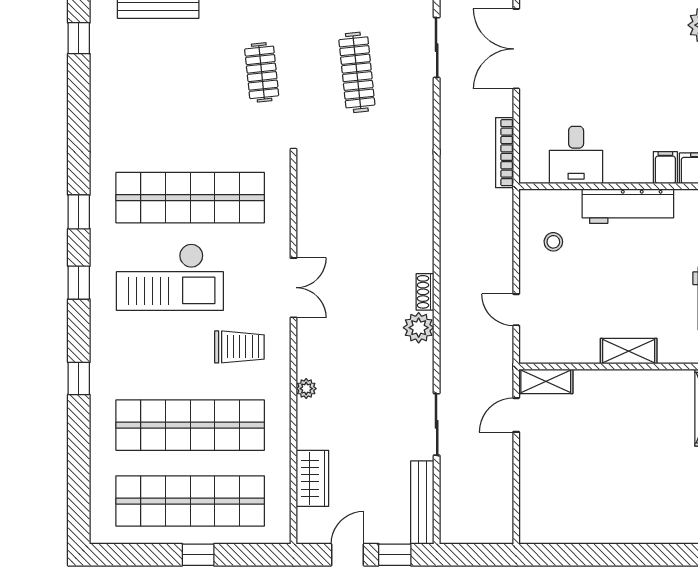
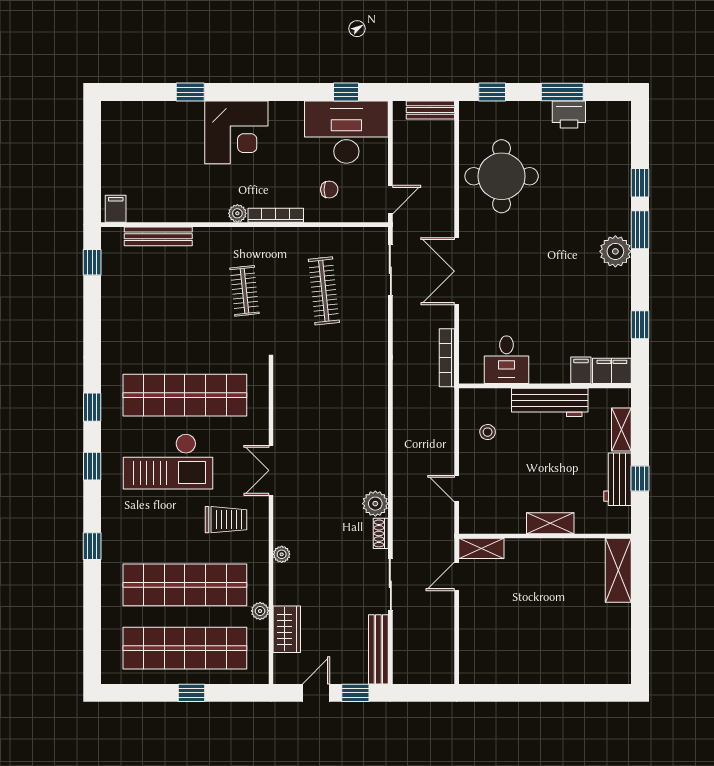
double door: (294, 288) -> (271, 470), swing flipped
shoe rack: (425, 292) -> (381, 533), moved
plant: (280, 457) -> (260, 611), added

